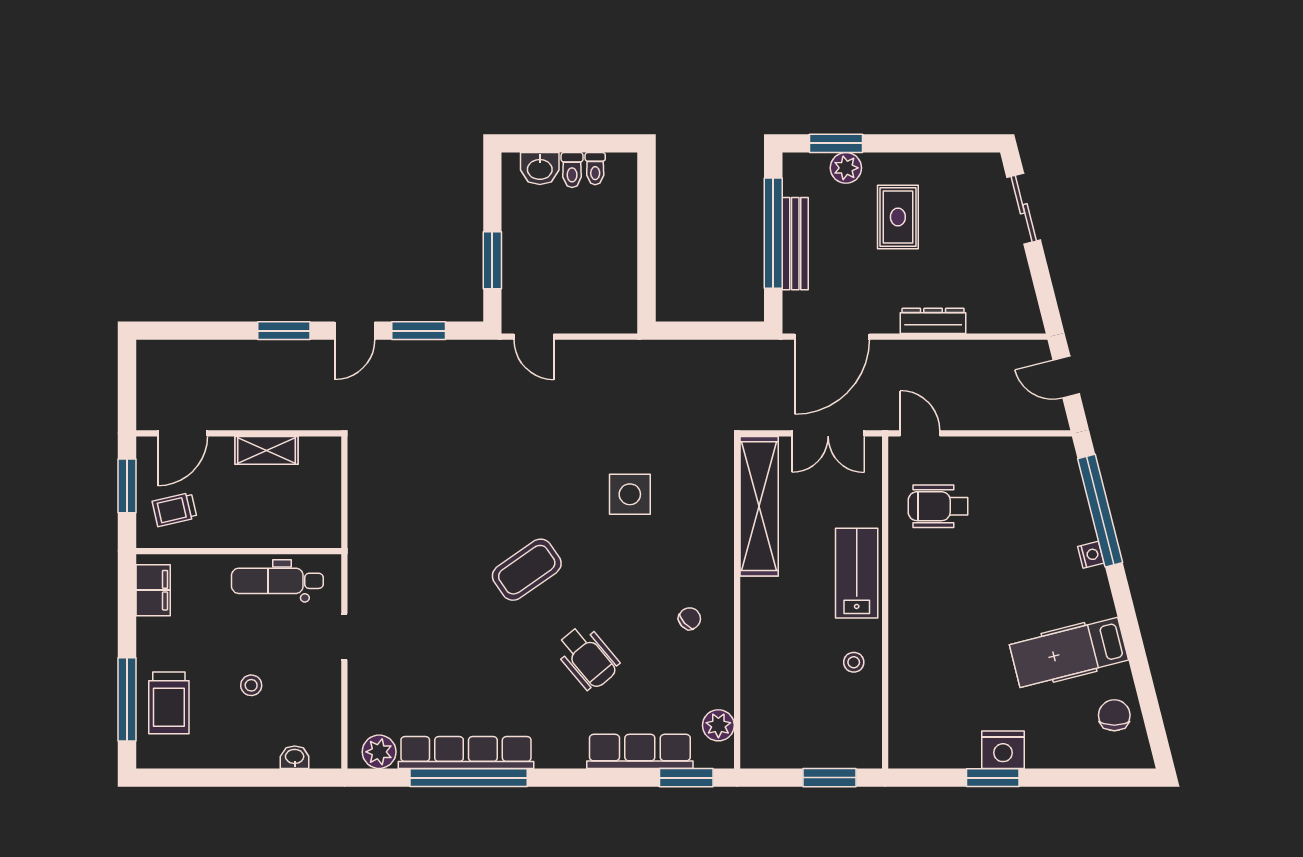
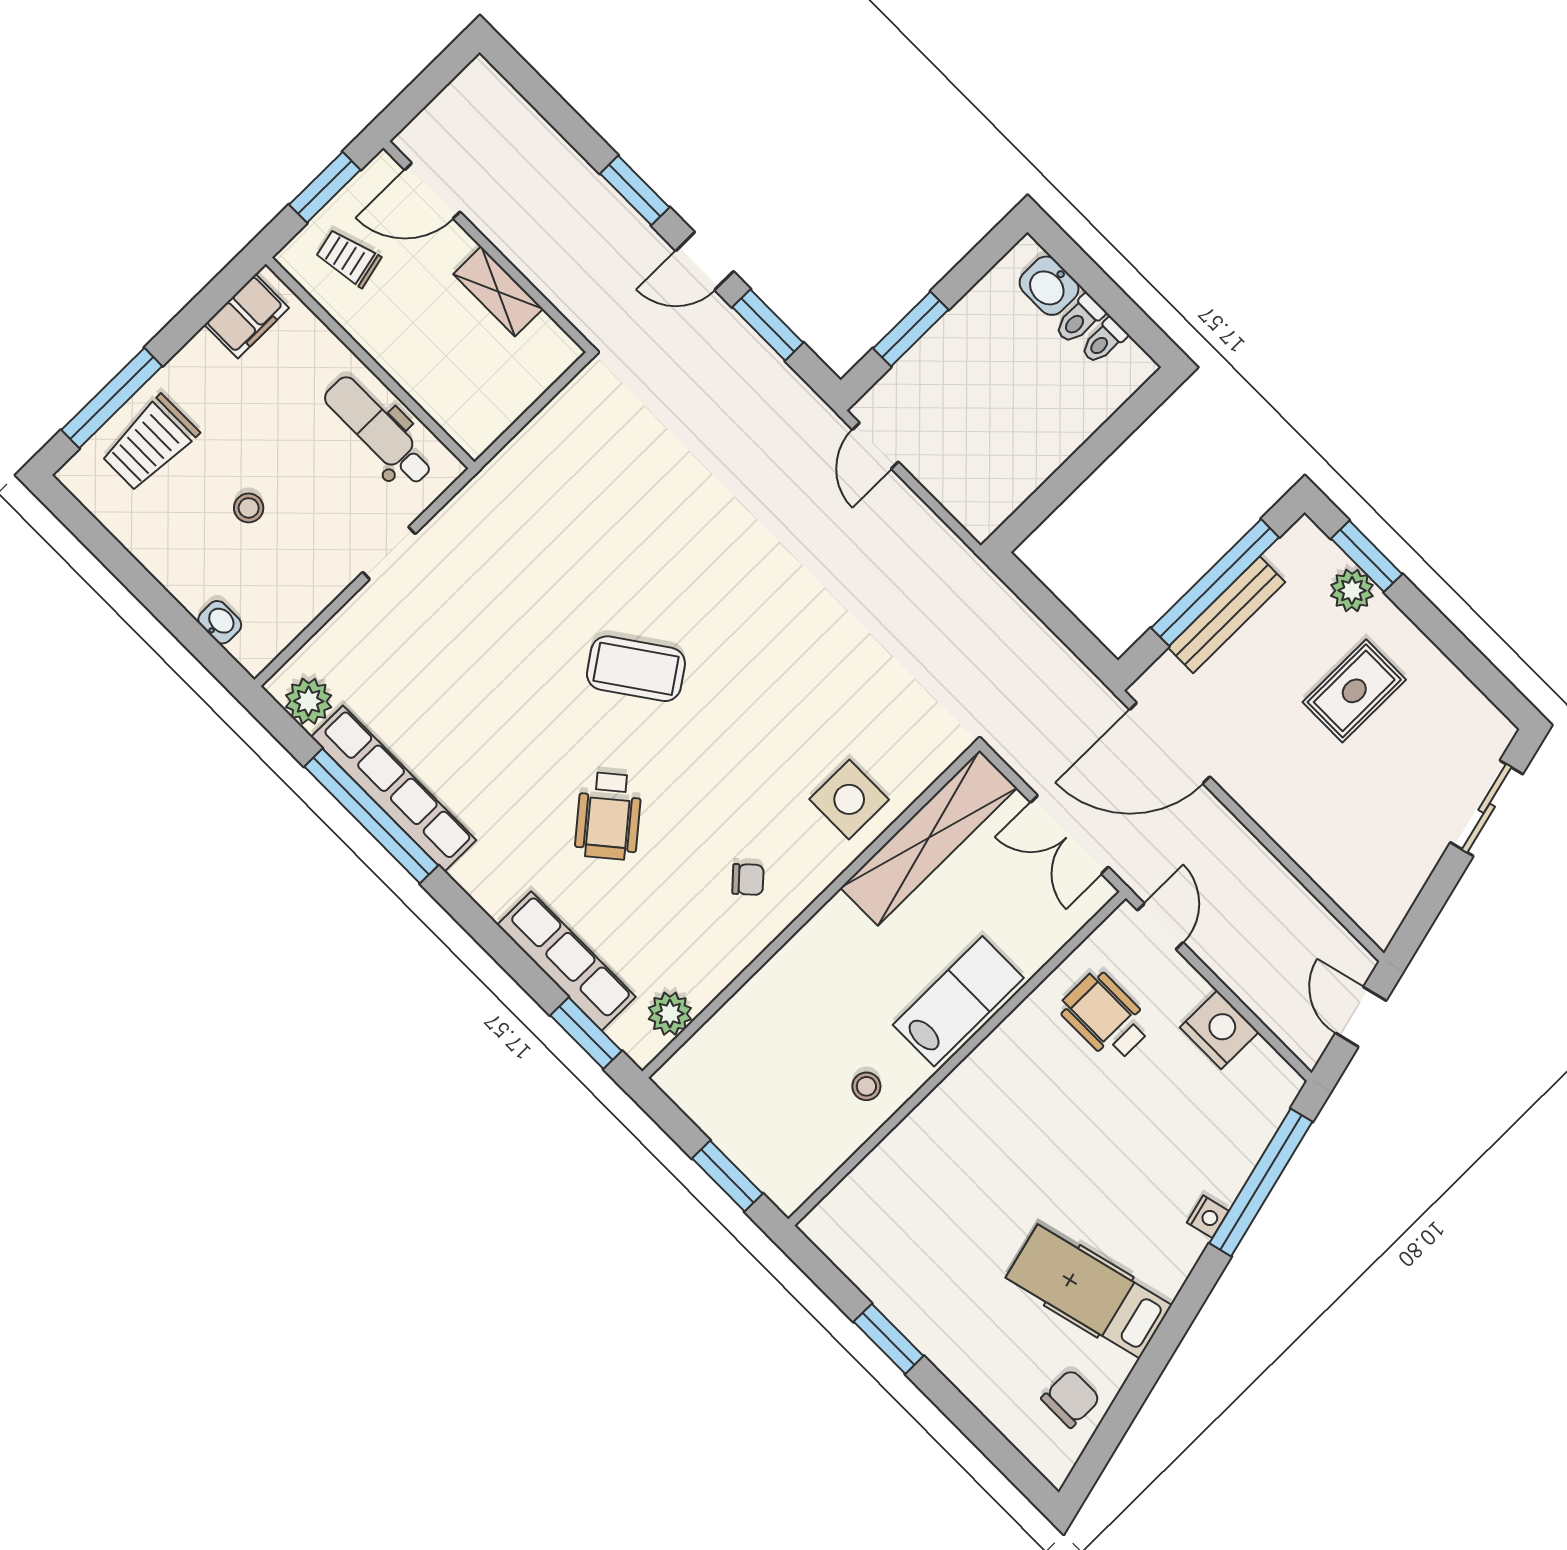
dresser: (933, 321) -> (1285, 828), removed
side table: (630, 494) -> (849, 799), moved
nightstand: (1003, 750) -> (1219, 1030), moved, turned 180

